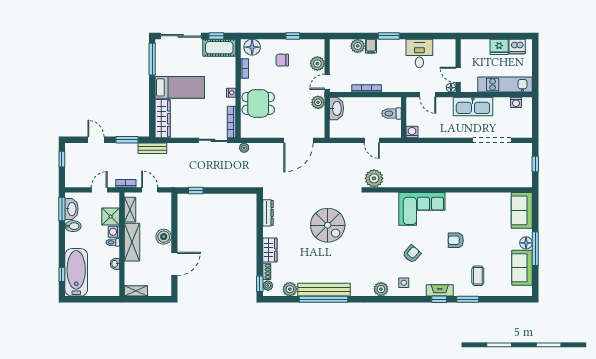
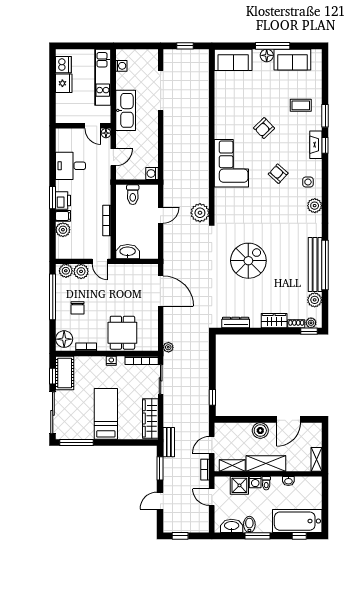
window: (293, 36) -> (53, 297), width x3.17
printer: (386, 46) -> (63, 201), added
door: (458, 75) -> (93, 126), hinge flipped
plant: (318, 102) -> (66, 271), moved
wardrobe: (163, 119) -> (150, 418), moved, turned -90
window: (62, 209) -> (258, 536), moved
armchair: (456, 240) -> (264, 128), turned 46
door: (174, 264) -> (288, 419), swing flipped

